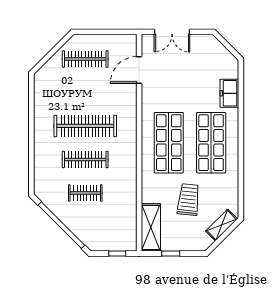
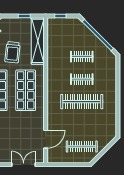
clothes rail: (85, 159) -> (82, 79), width x0.73
shelving: (151, 227) -> (38, 41), width x1.47

